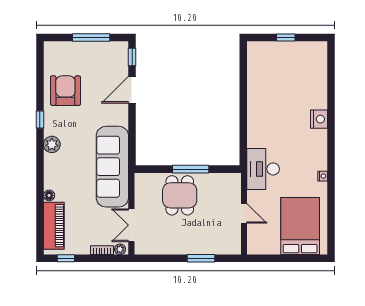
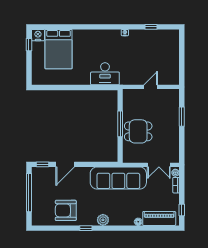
window: (91, 37) -> (29, 193), width x1.46
window: (286, 37) -> (29, 45), moved
door: (132, 90) -> (65, 164), hinge flipped
nightstand: (319, 119) -> (38, 35), moved
desk: (263, 169) -> (105, 74), moved
window: (331, 214) -> (151, 27), added
bed: (300, 226) -> (59, 49), moved, turned -90

